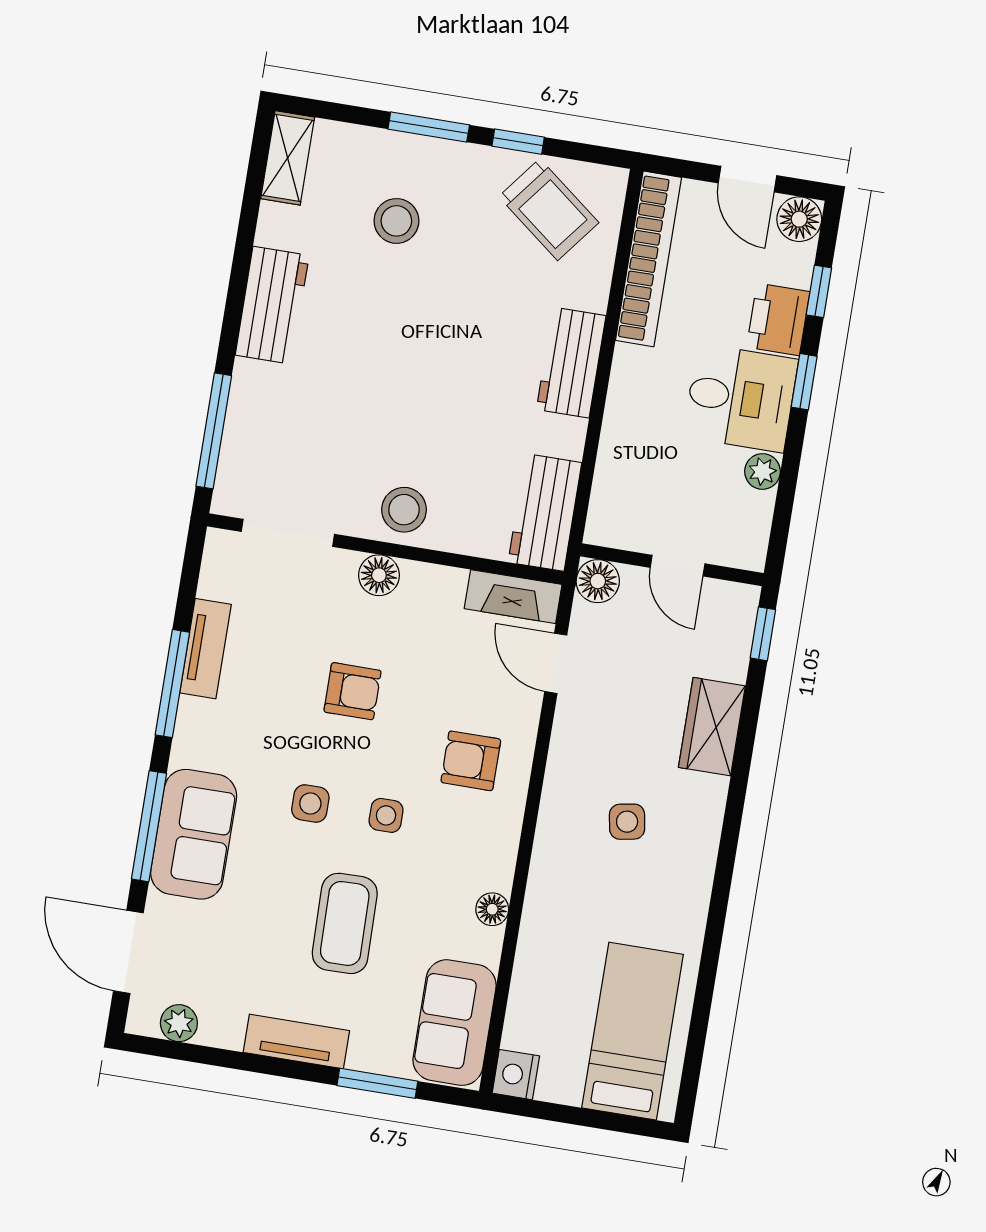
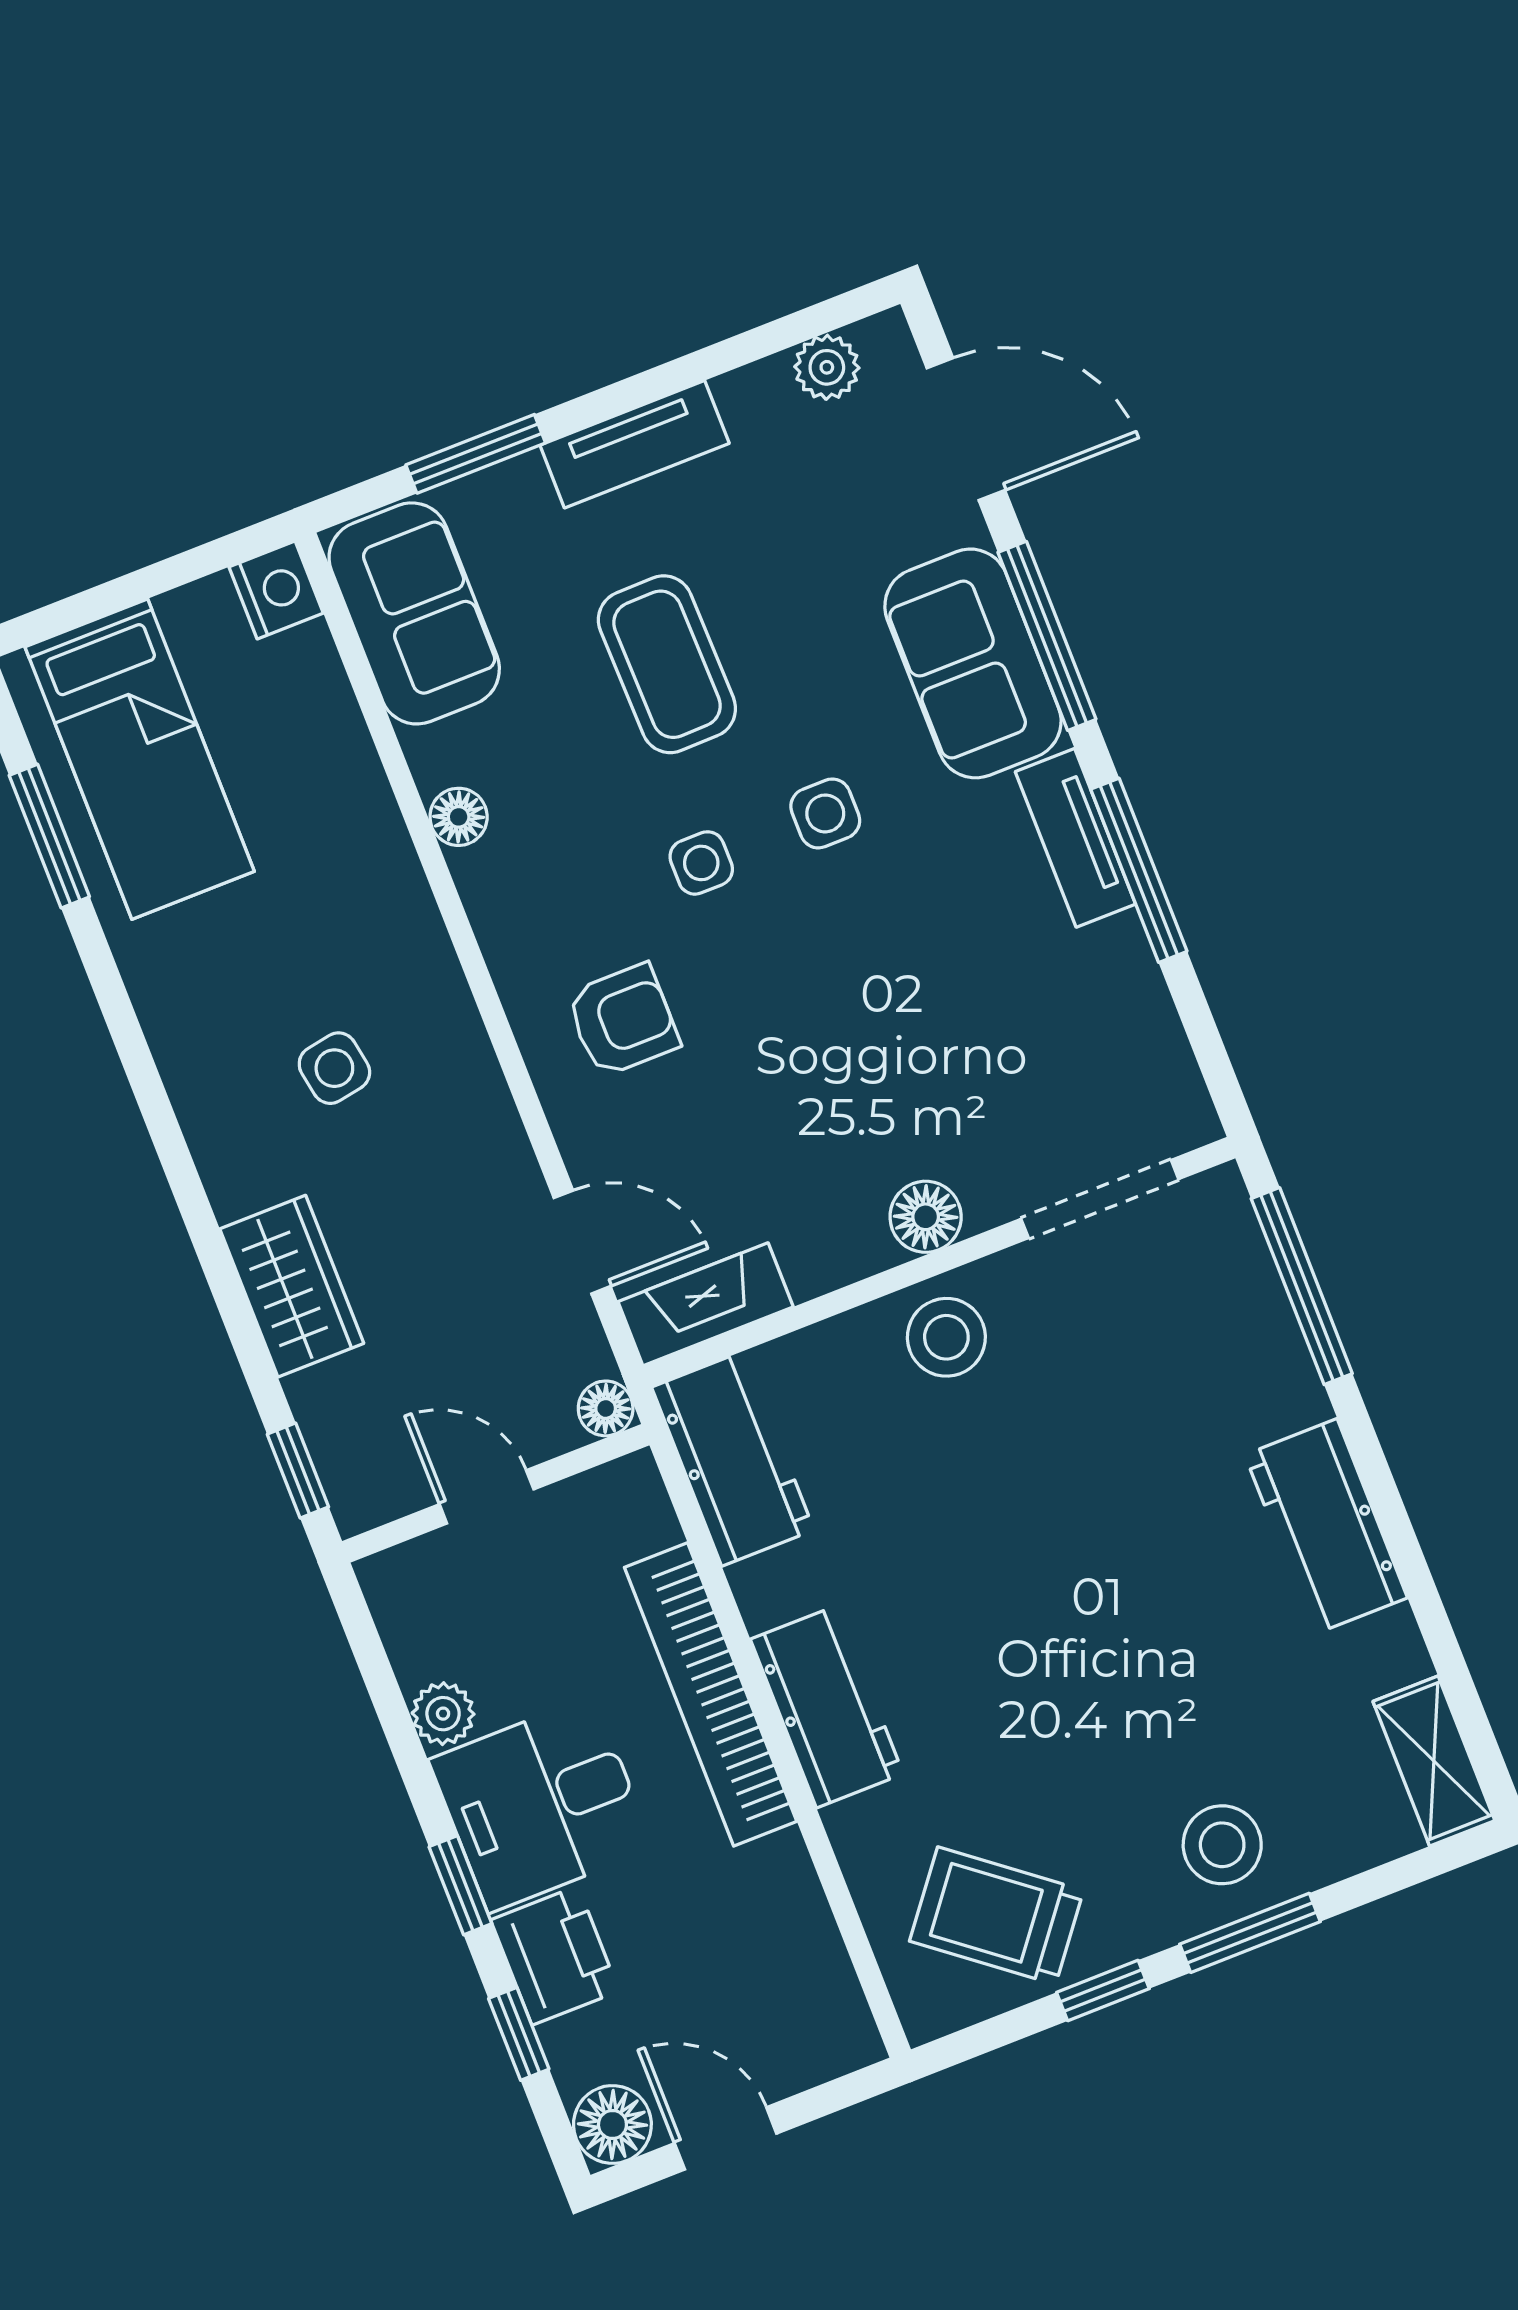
stool: (396, 221) -> (1222, 1845), moved
bookcase: (648, 259) -> (711, 1694), moved
floor lamp: (598, 581) -> (606, 1408), width x0.73, depth x0.73
tv unit: (206, 649) -> (1075, 838), moved
armchair: (353, 691) -> (862, 1019), removed
window: (700, 1020) -> (49, 836), added

